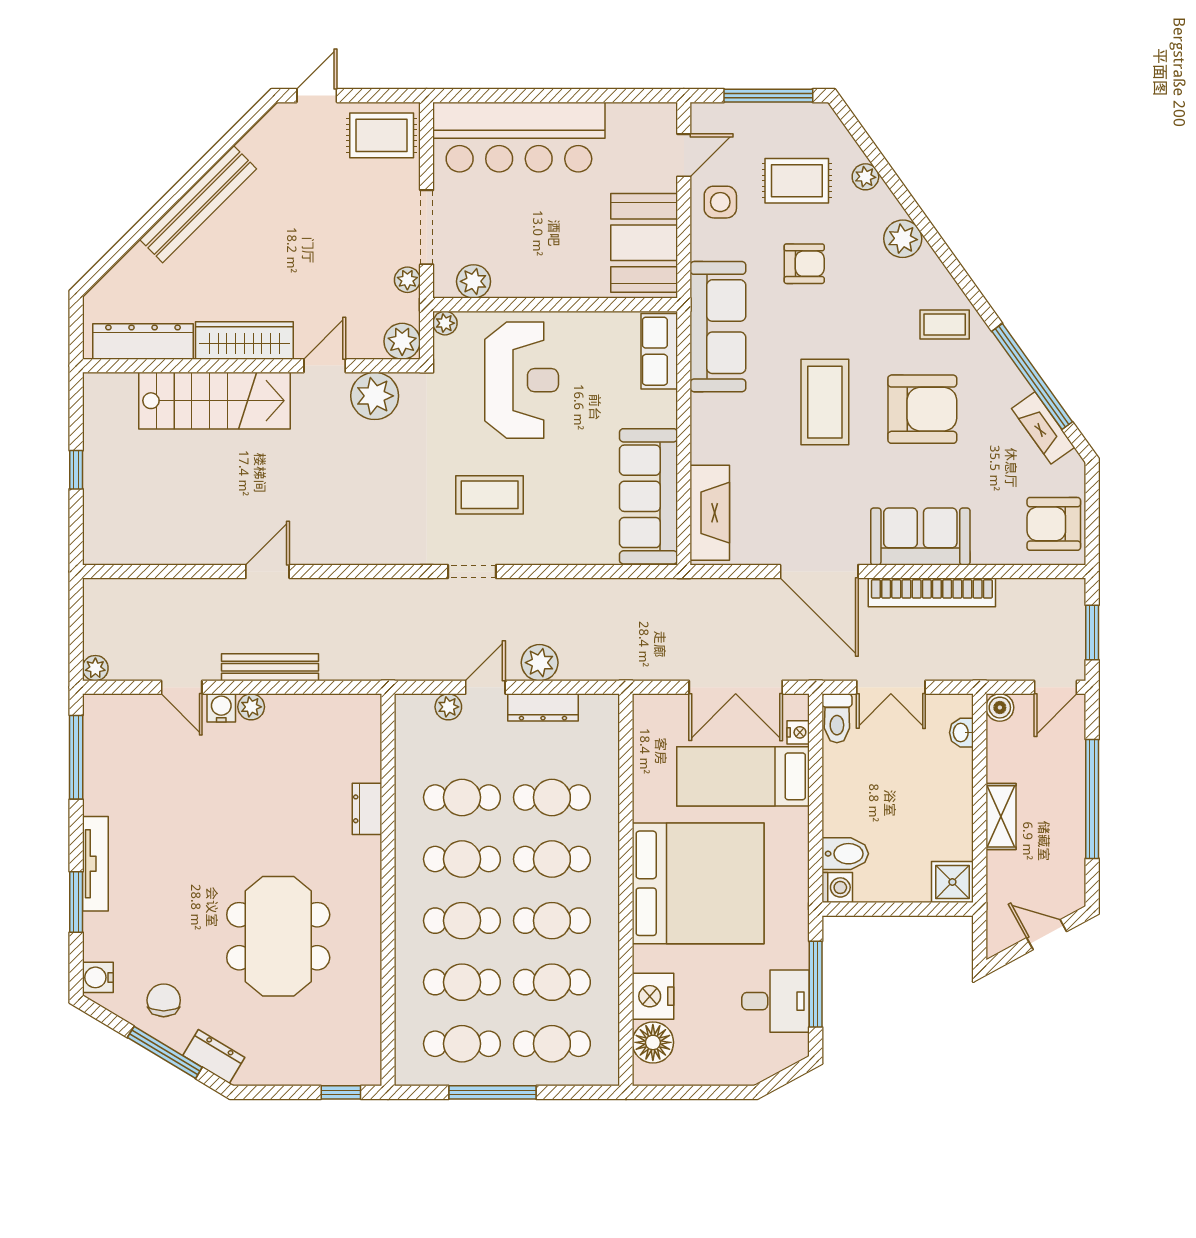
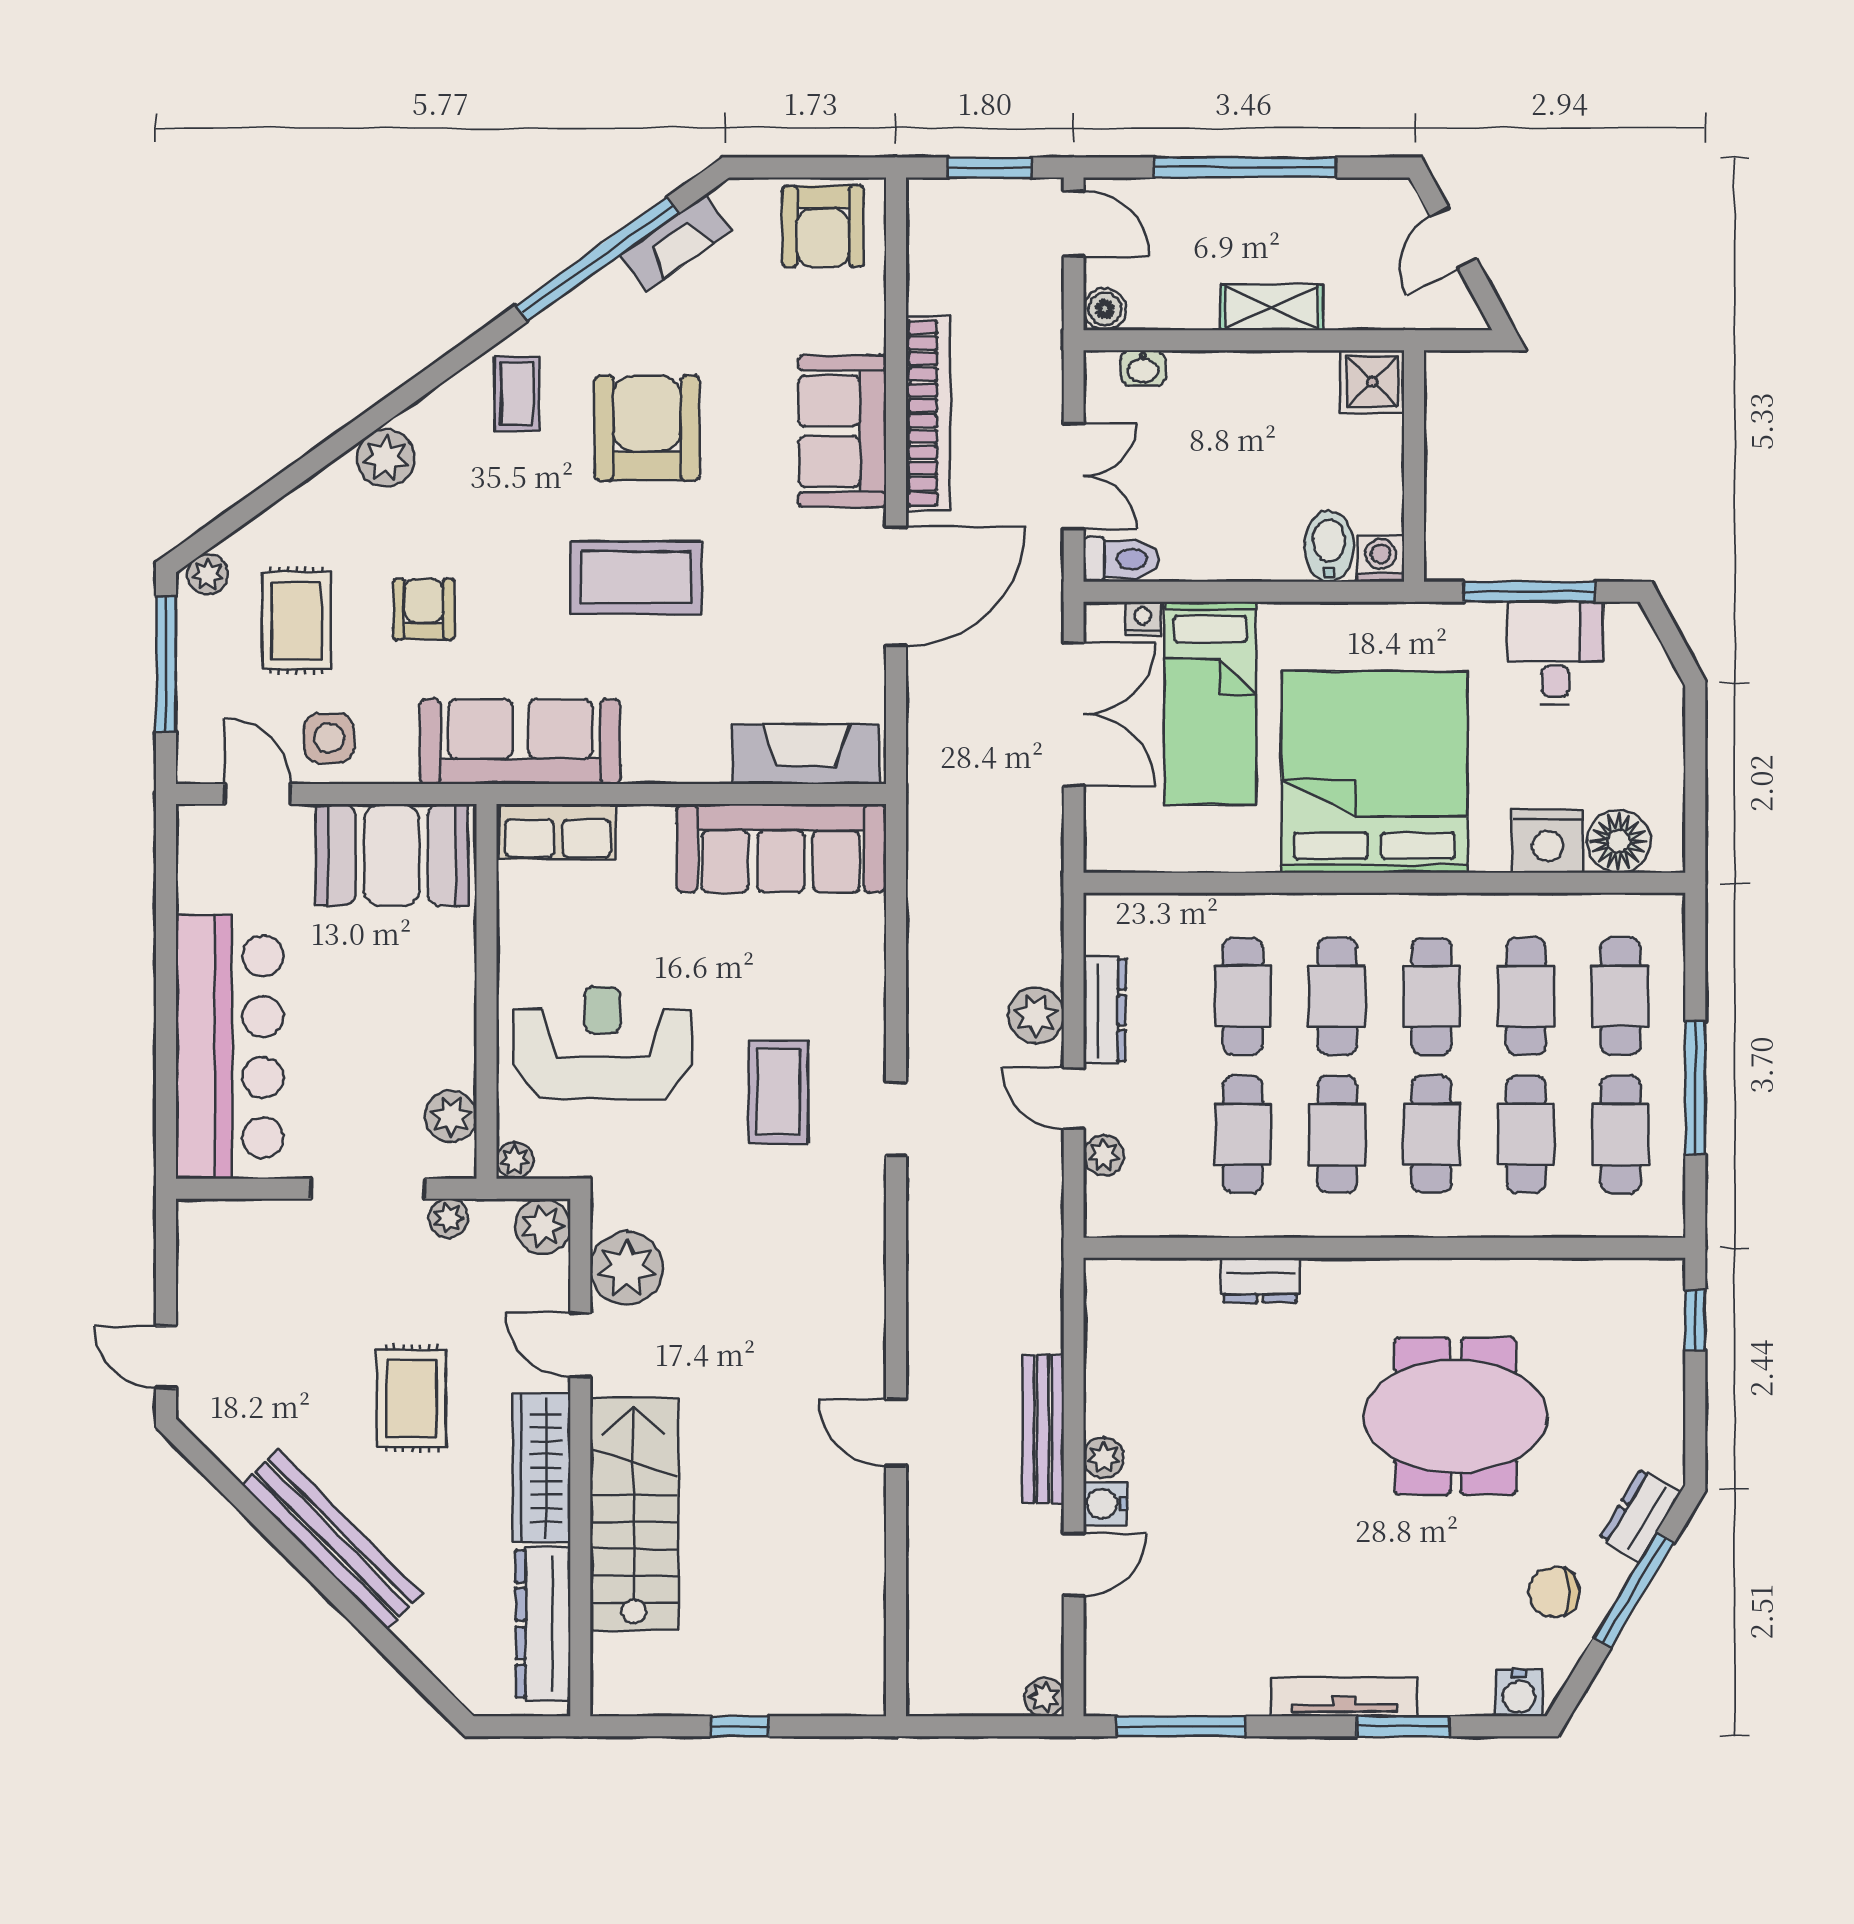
rug: (382, 135) -> (412, 1398), moved
plant: (865, 177) -> (208, 574), moved

